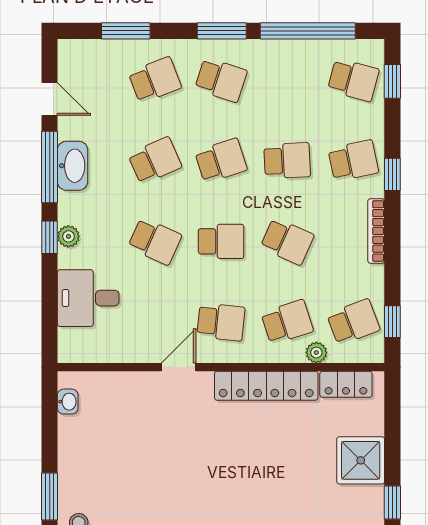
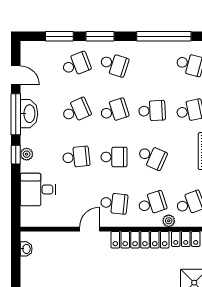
window: (222, 31) -> (100, 36), moved
school desk: (155, 241) -> (76, 157), turned -30

